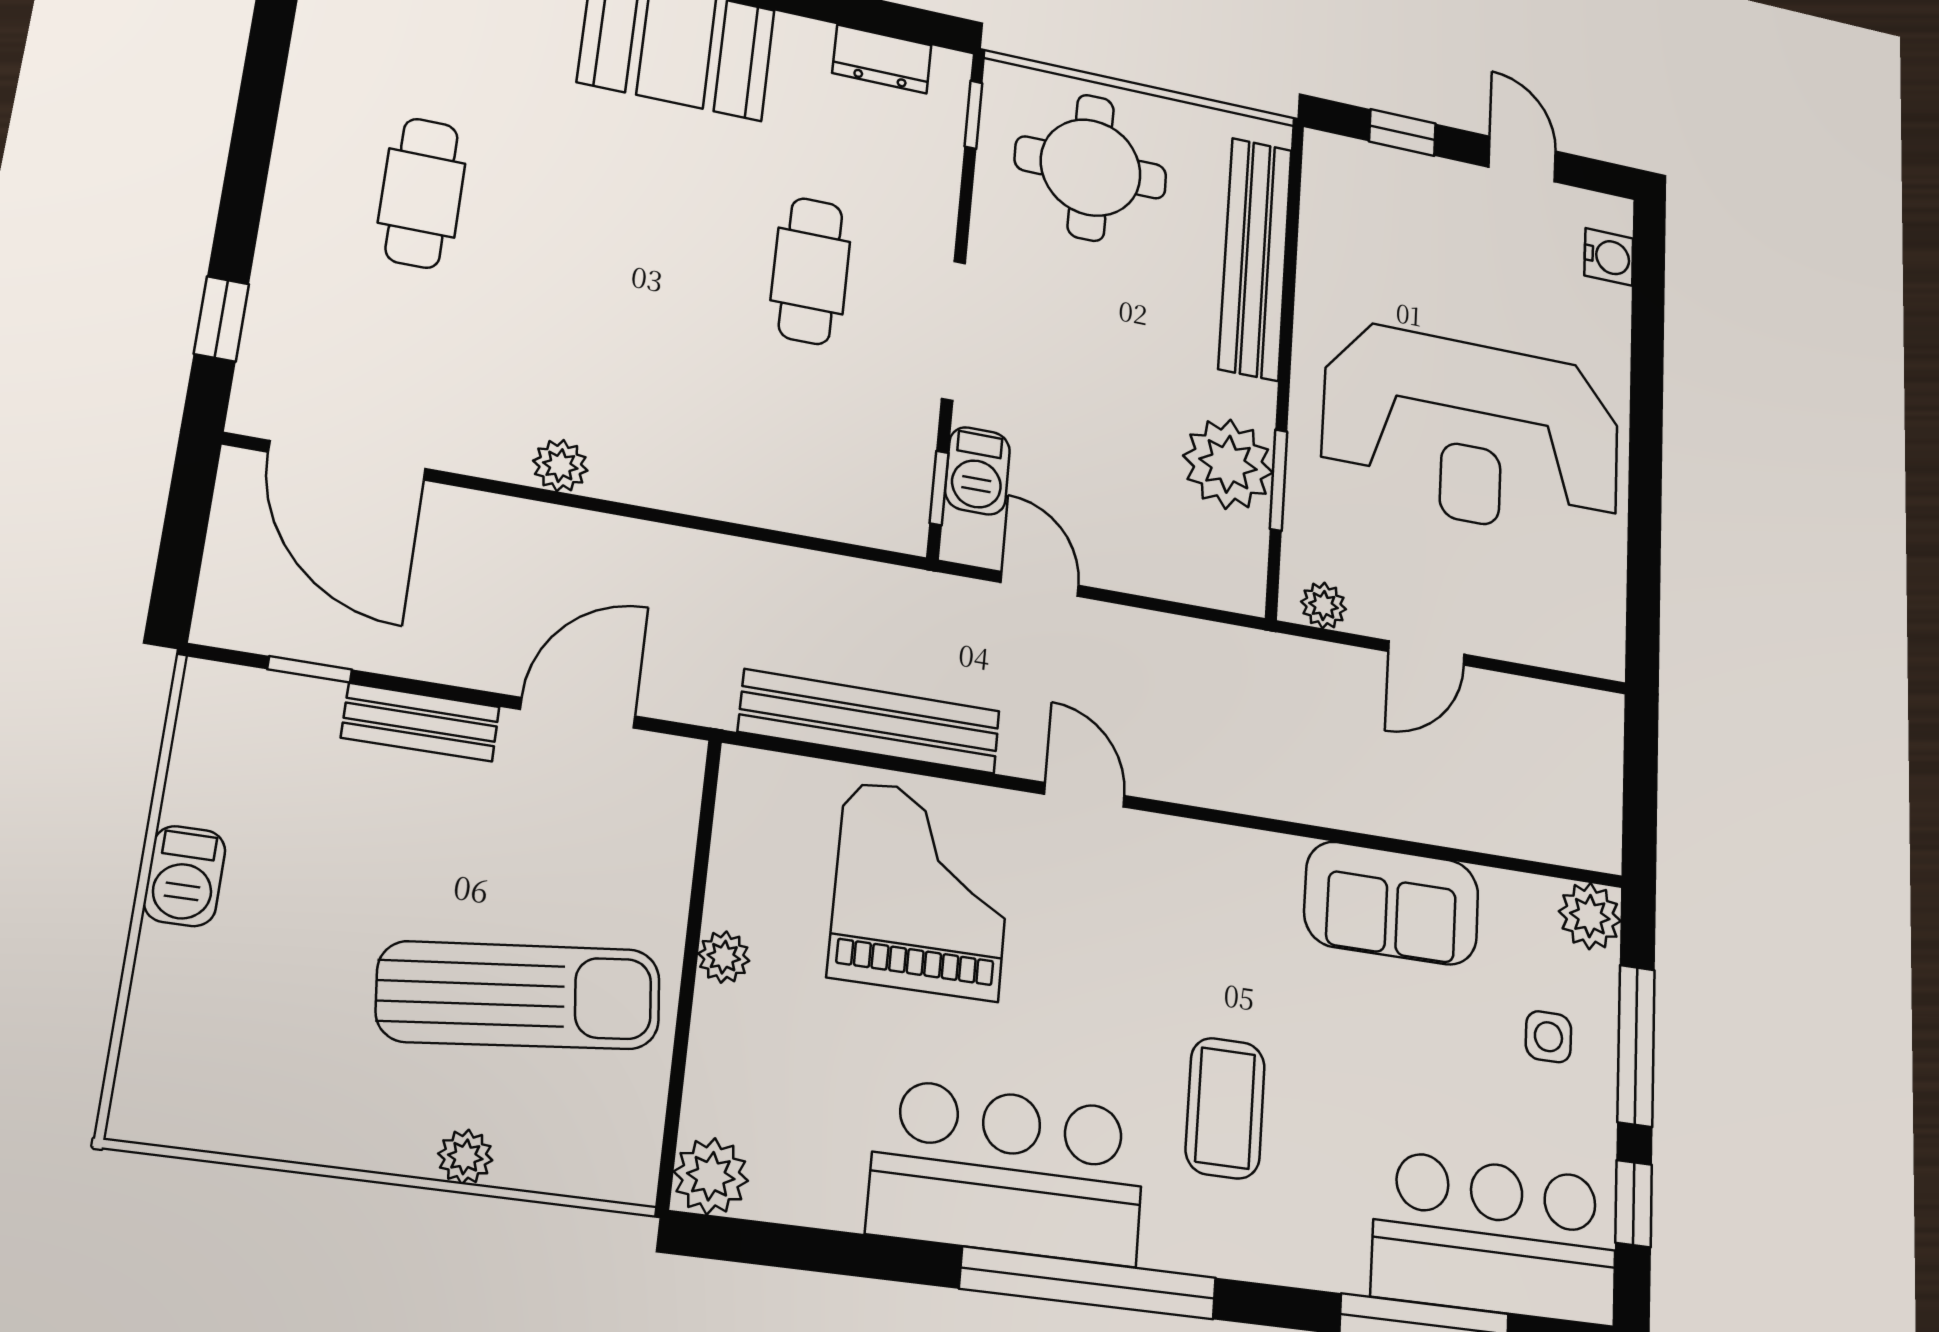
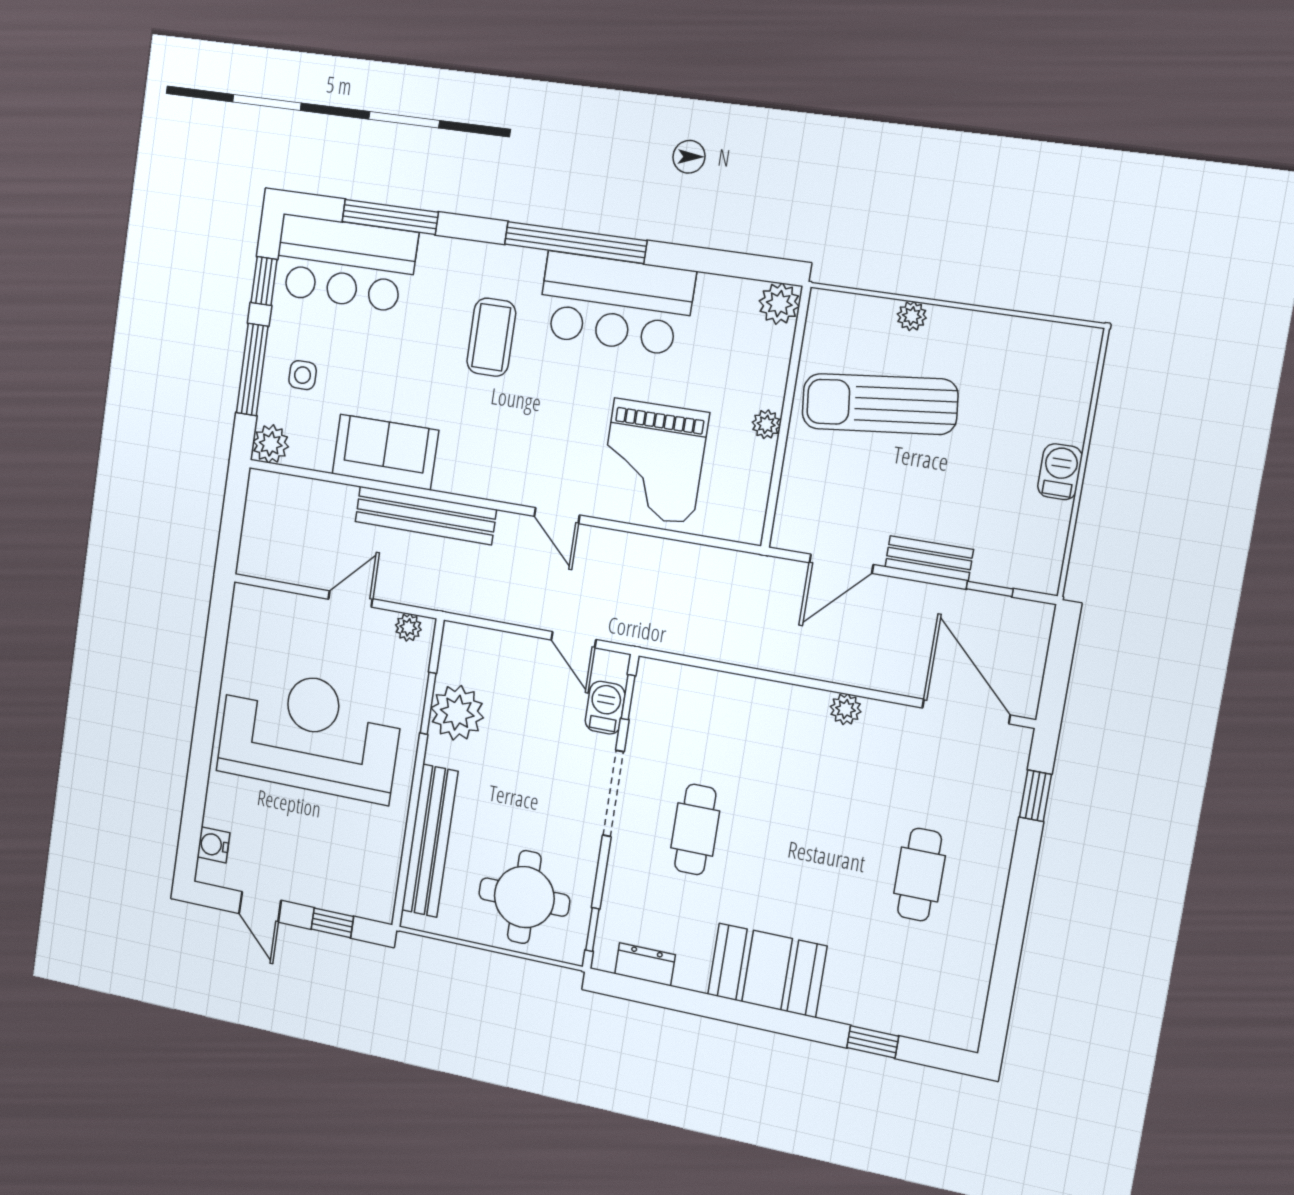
bench: (870, 721) -> (425, 515), moved

